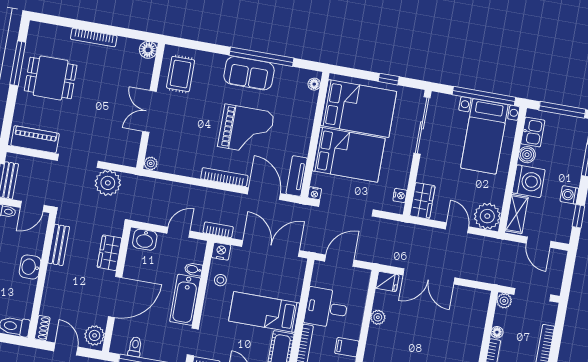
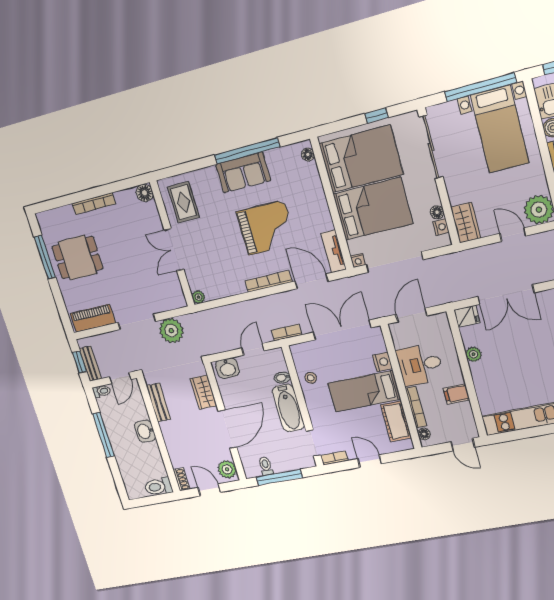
floor lamp: (402, 182) -> (437, 212), added
nightstand: (221, 251) -> (382, 362), moved, turned 90

